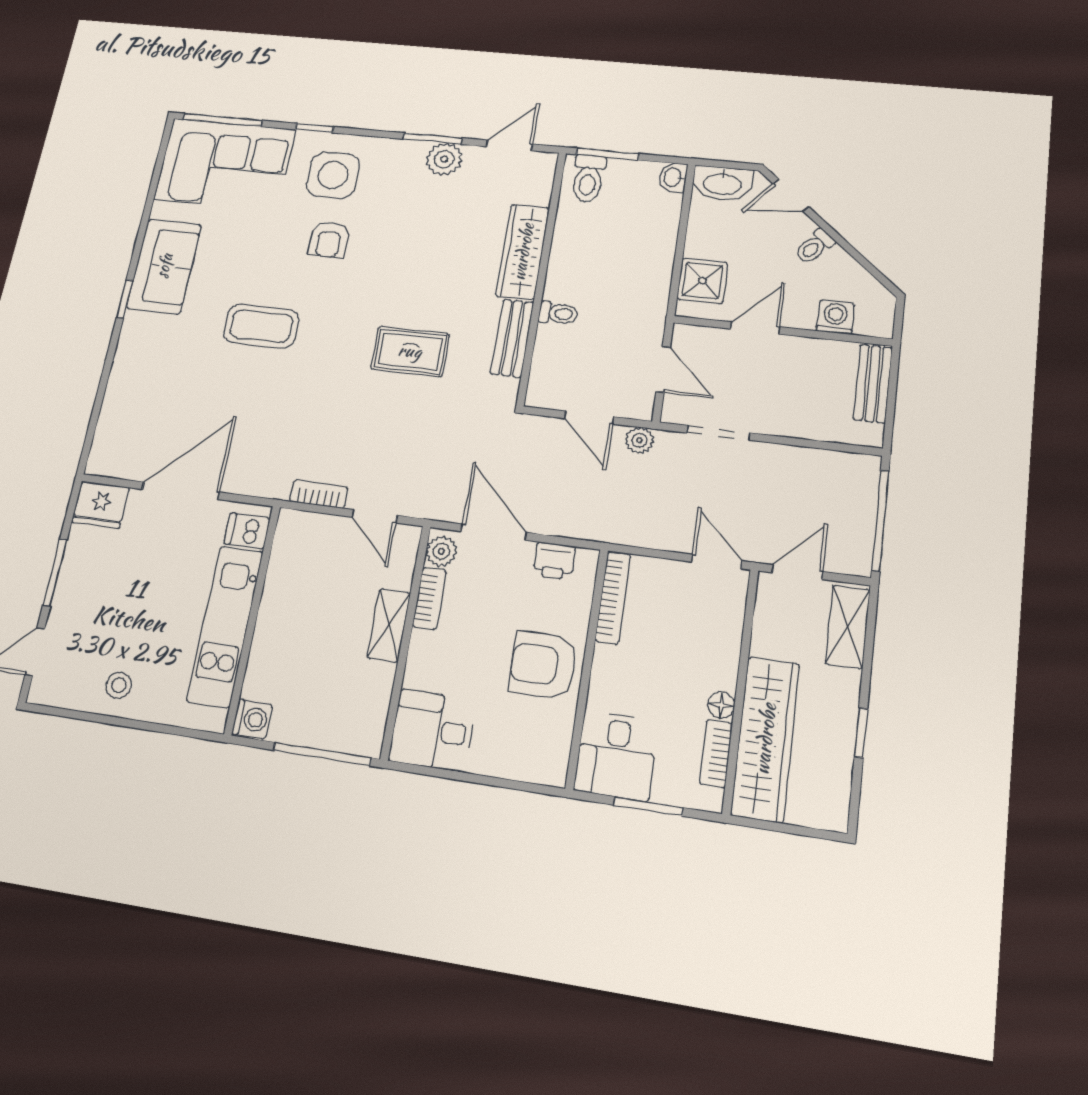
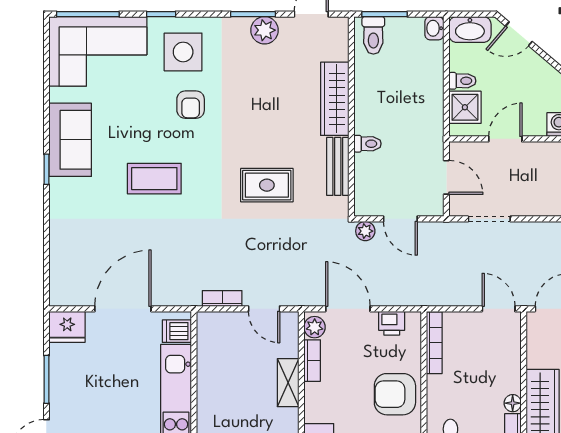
toilet: (815, 246) -> (462, 81), moved, turned -130
plant: (639, 440) -> (365, 231), moved

